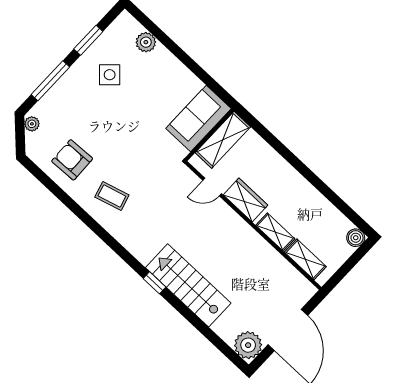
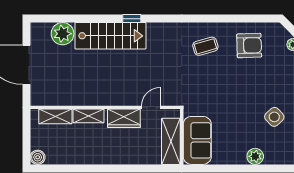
plant: (146, 42) -> (255, 156), moved
plant: (248, 345) -> (63, 34), moved

